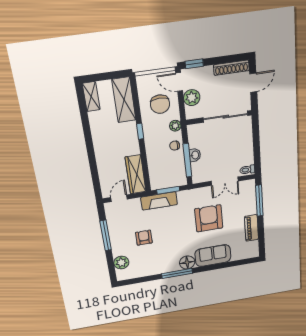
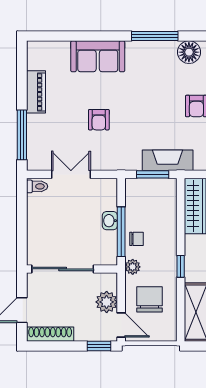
window: (187, 160) -> (121, 232), moved
armchair: (209, 218) -> (99, 120), width x0.53, depth x0.53
floor lamp: (187, 262) -> (189, 52), moved

